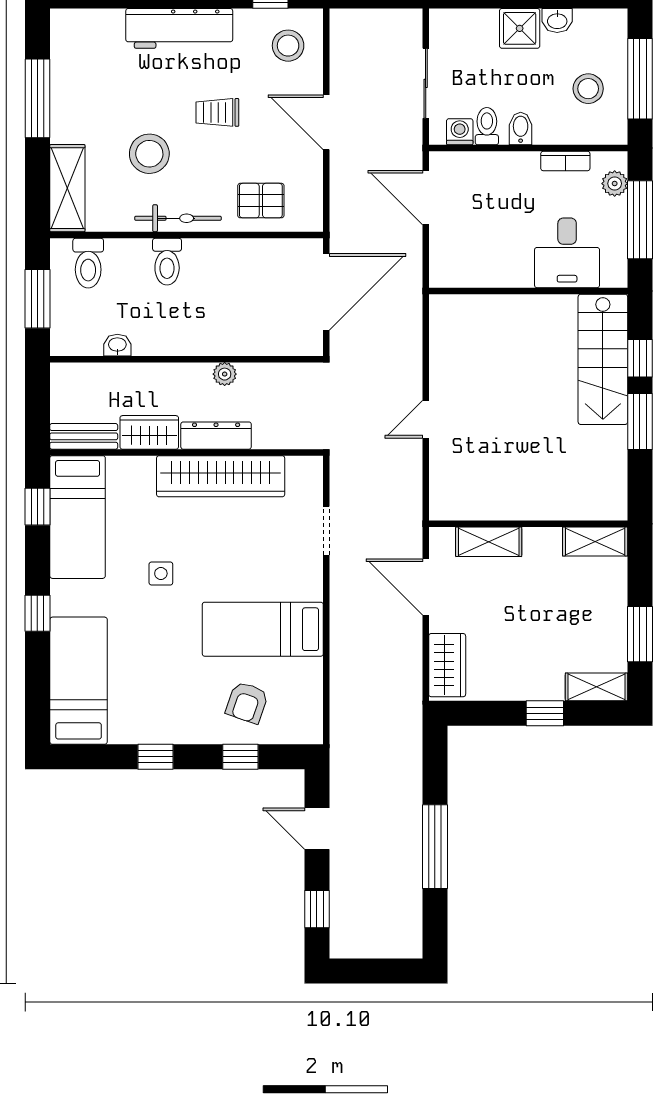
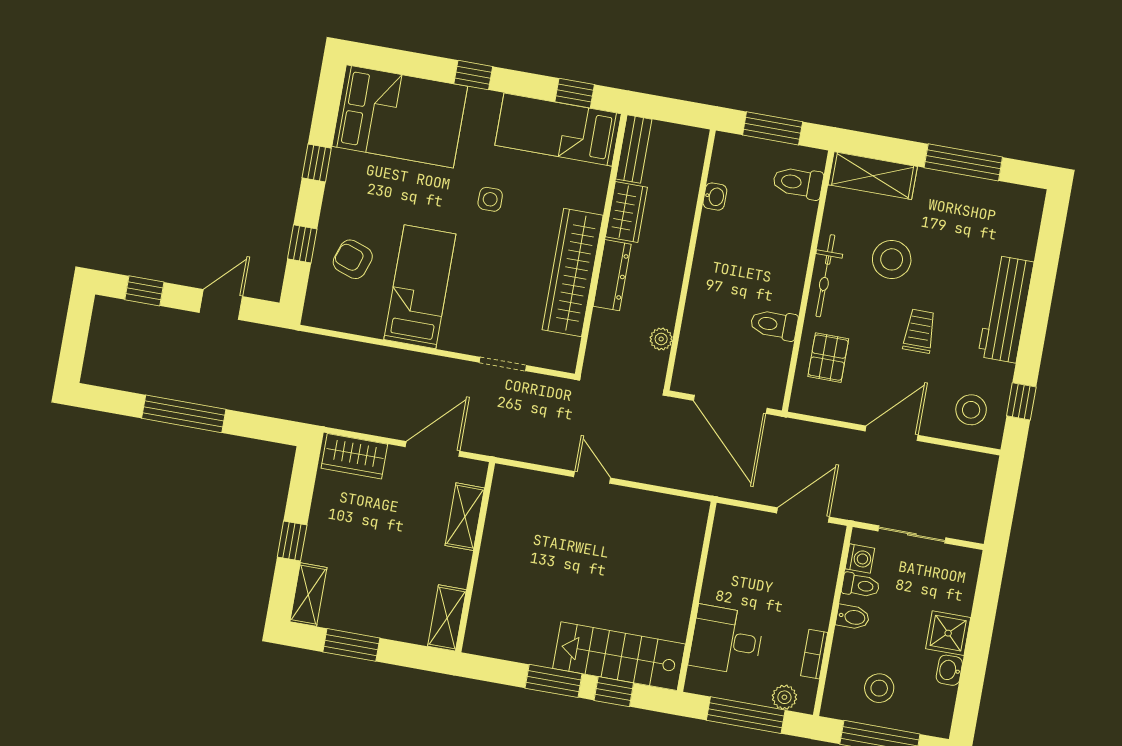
toilet: (167, 262) -> (774, 325), moved
plant: (225, 374) -> (661, 339), moved
bed: (79, 681) -> (400, 116), width x1.50

